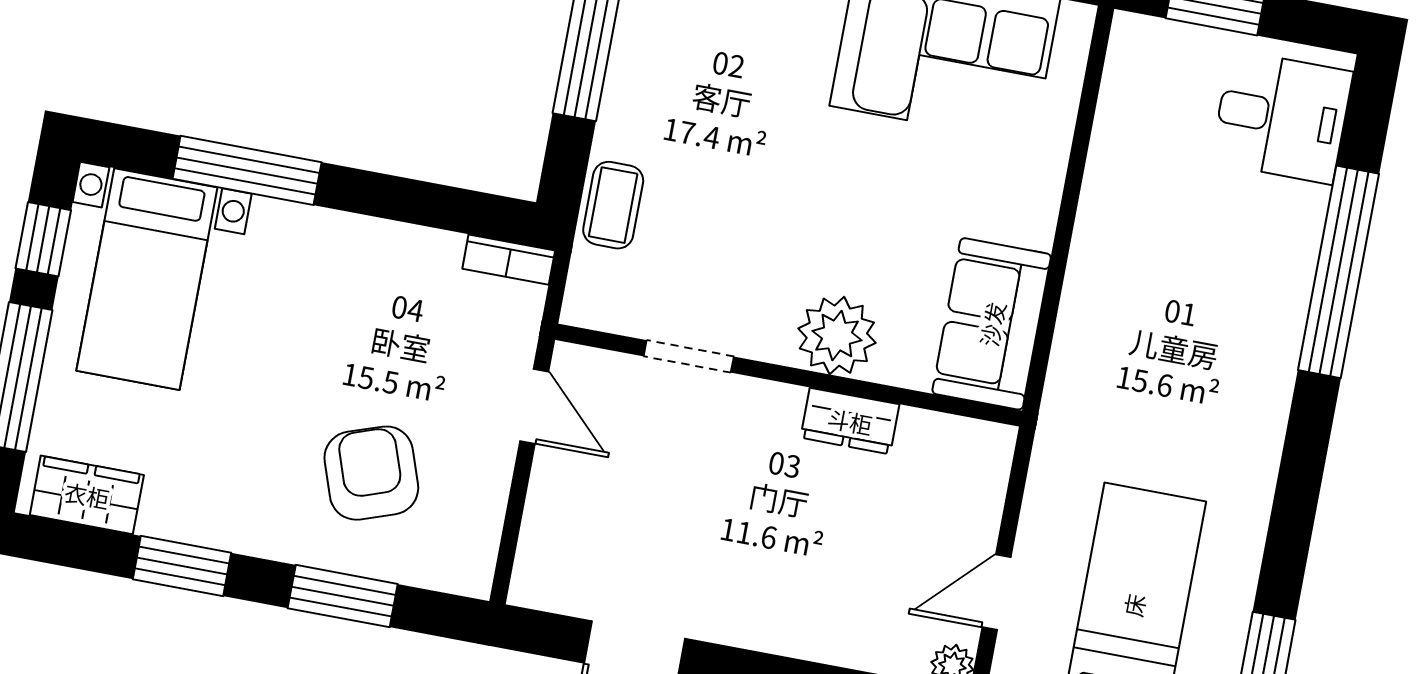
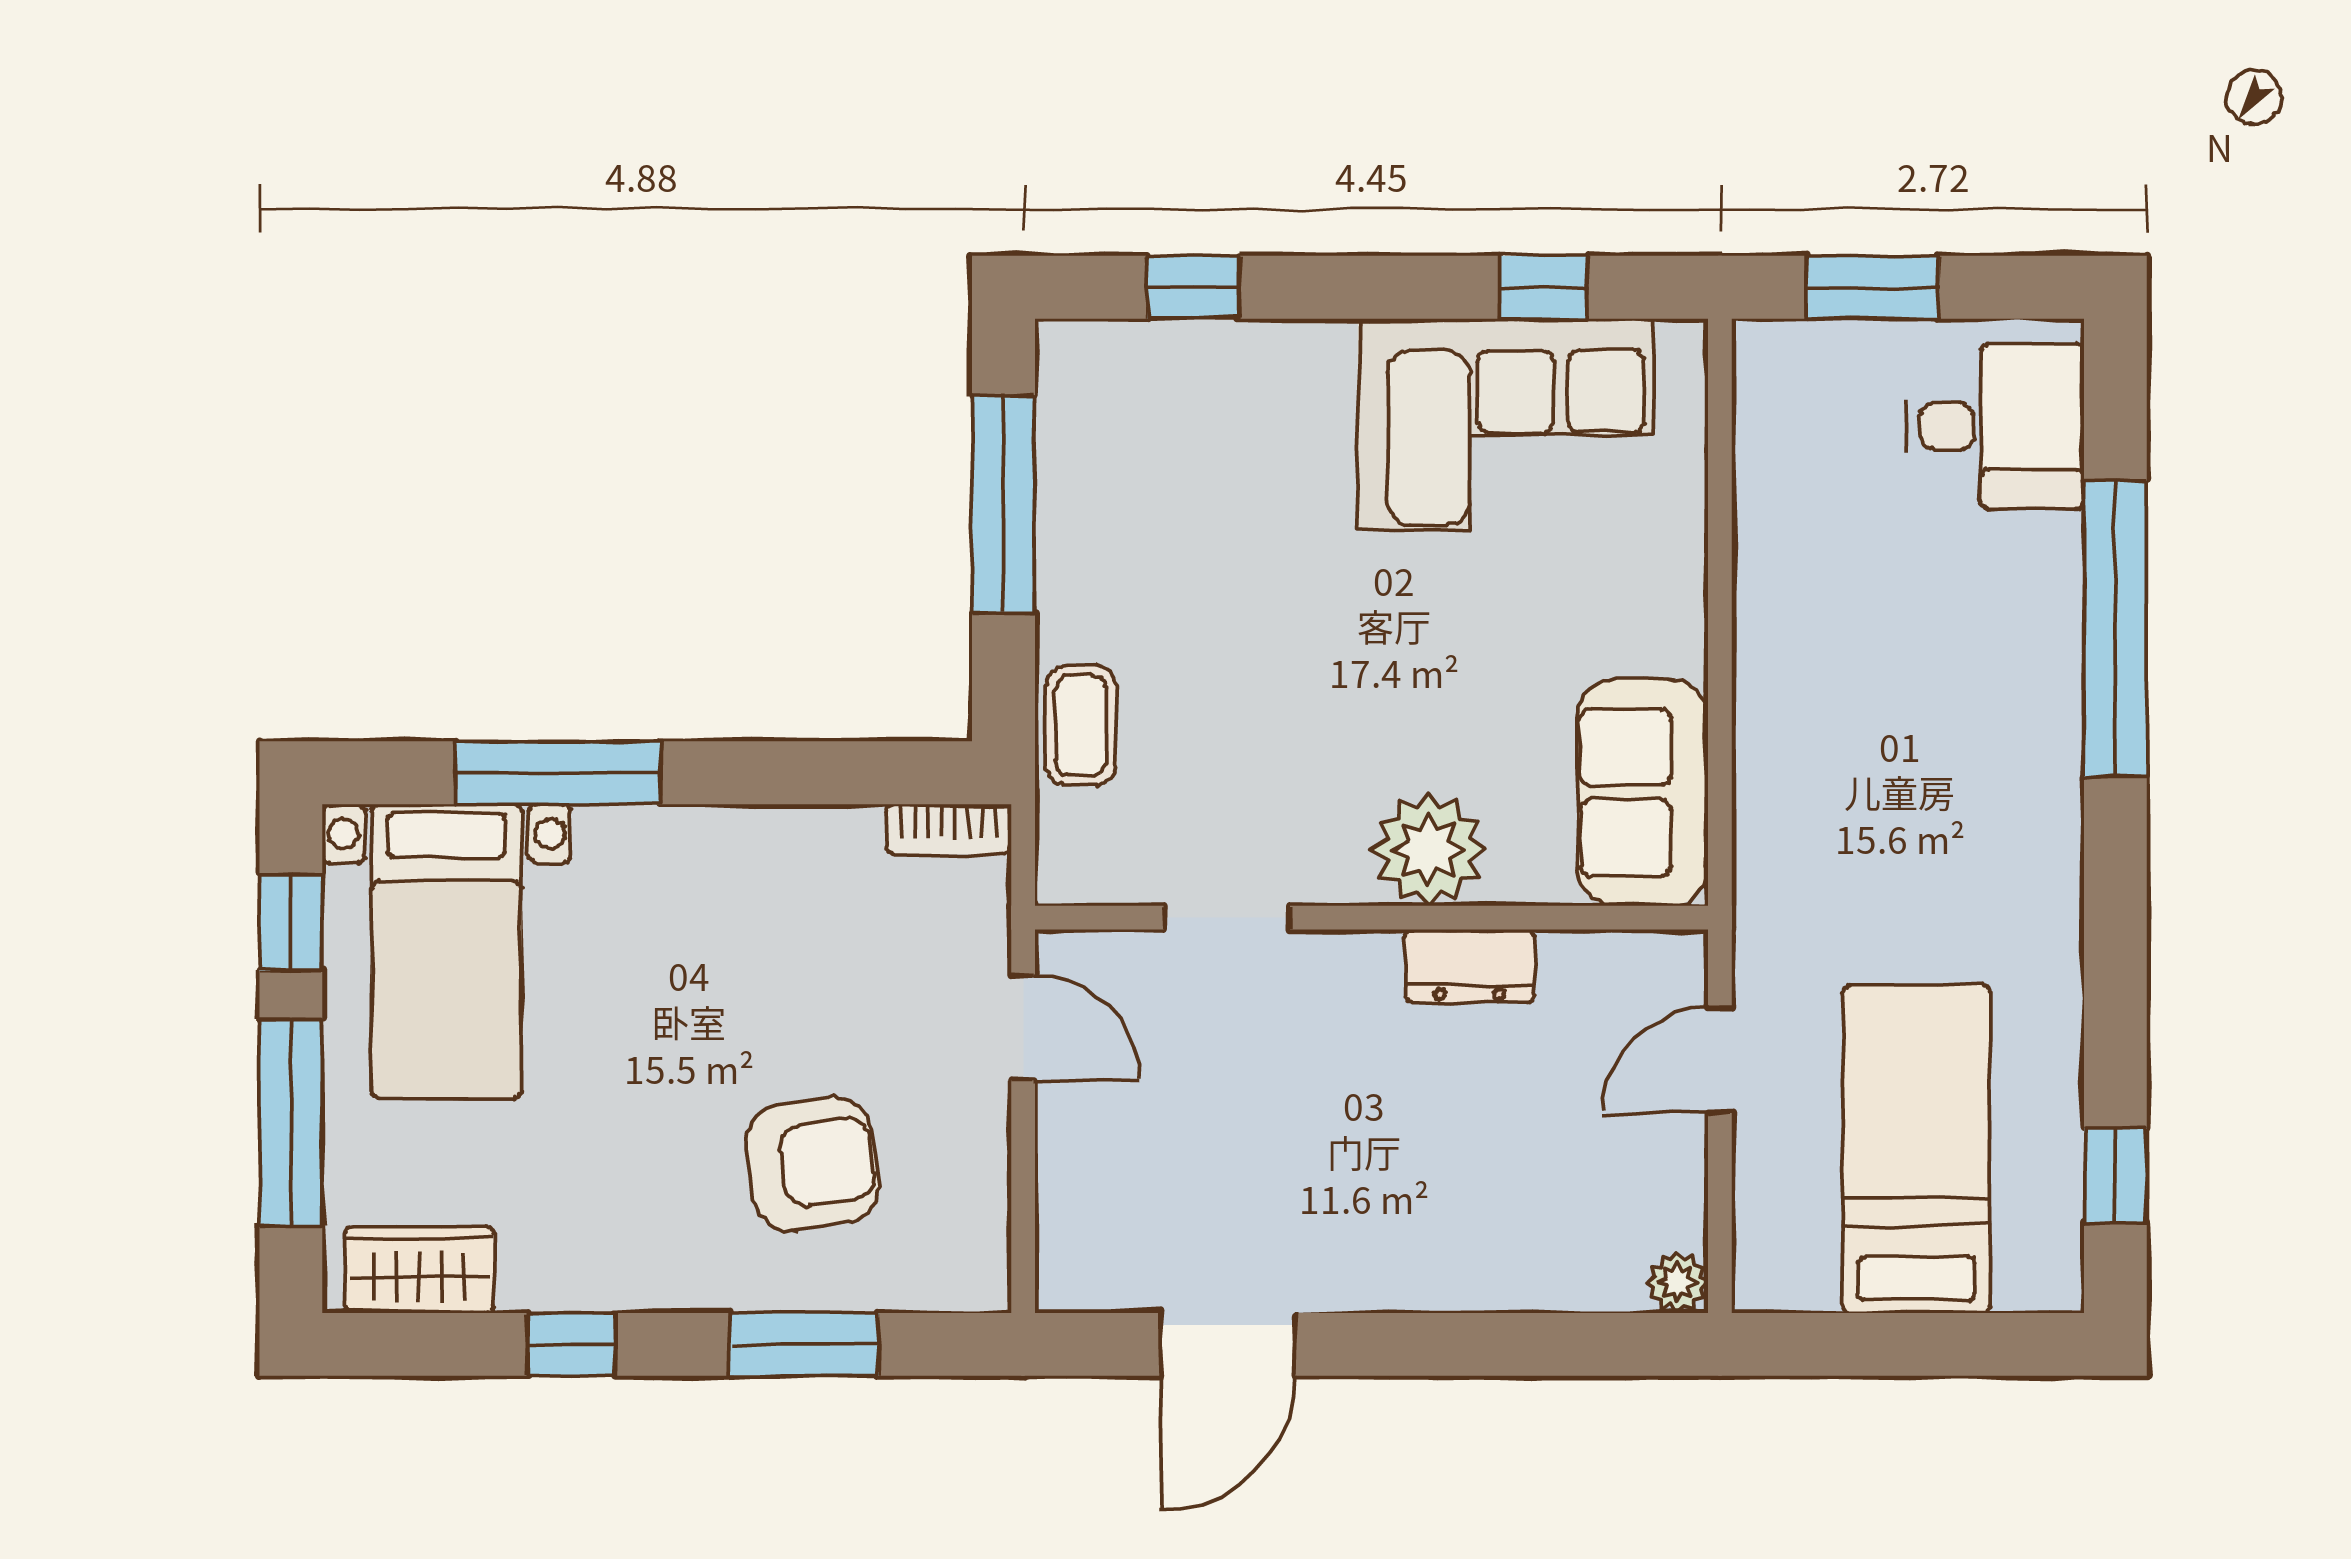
armchair: (371, 473) -> (812, 1164), turned 100
window: (182, 566) -> (571, 1344), width x0.67
door: (997, 592) -> (1720, 1060), moved

